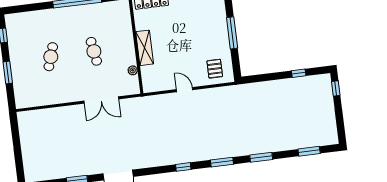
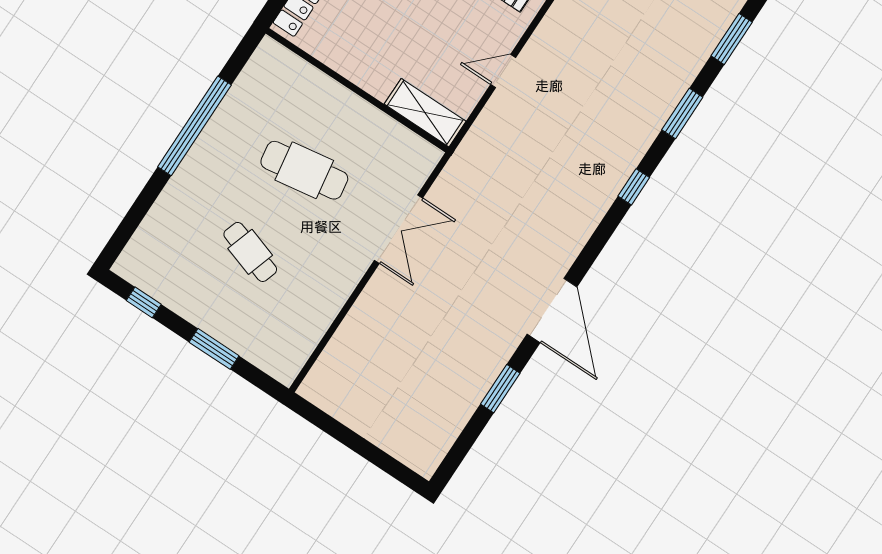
shelving: (145, 48) -> (425, 113), moved
cafe table: (94, 51) -> (304, 170), width x1.37, depth x1.35
plant: (133, 70) -> (394, 132), removed

